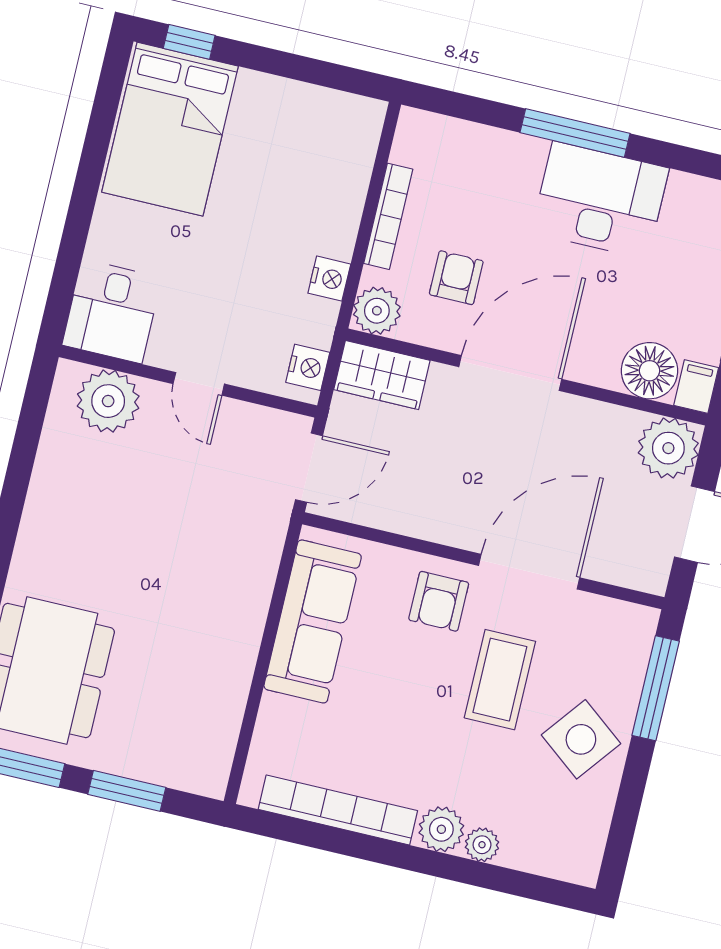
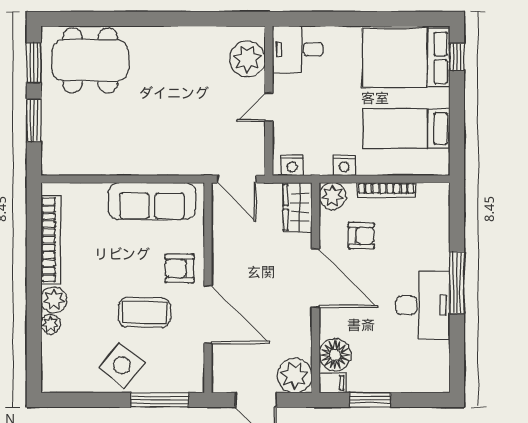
bed: (291, 158) -> (406, 129), added

